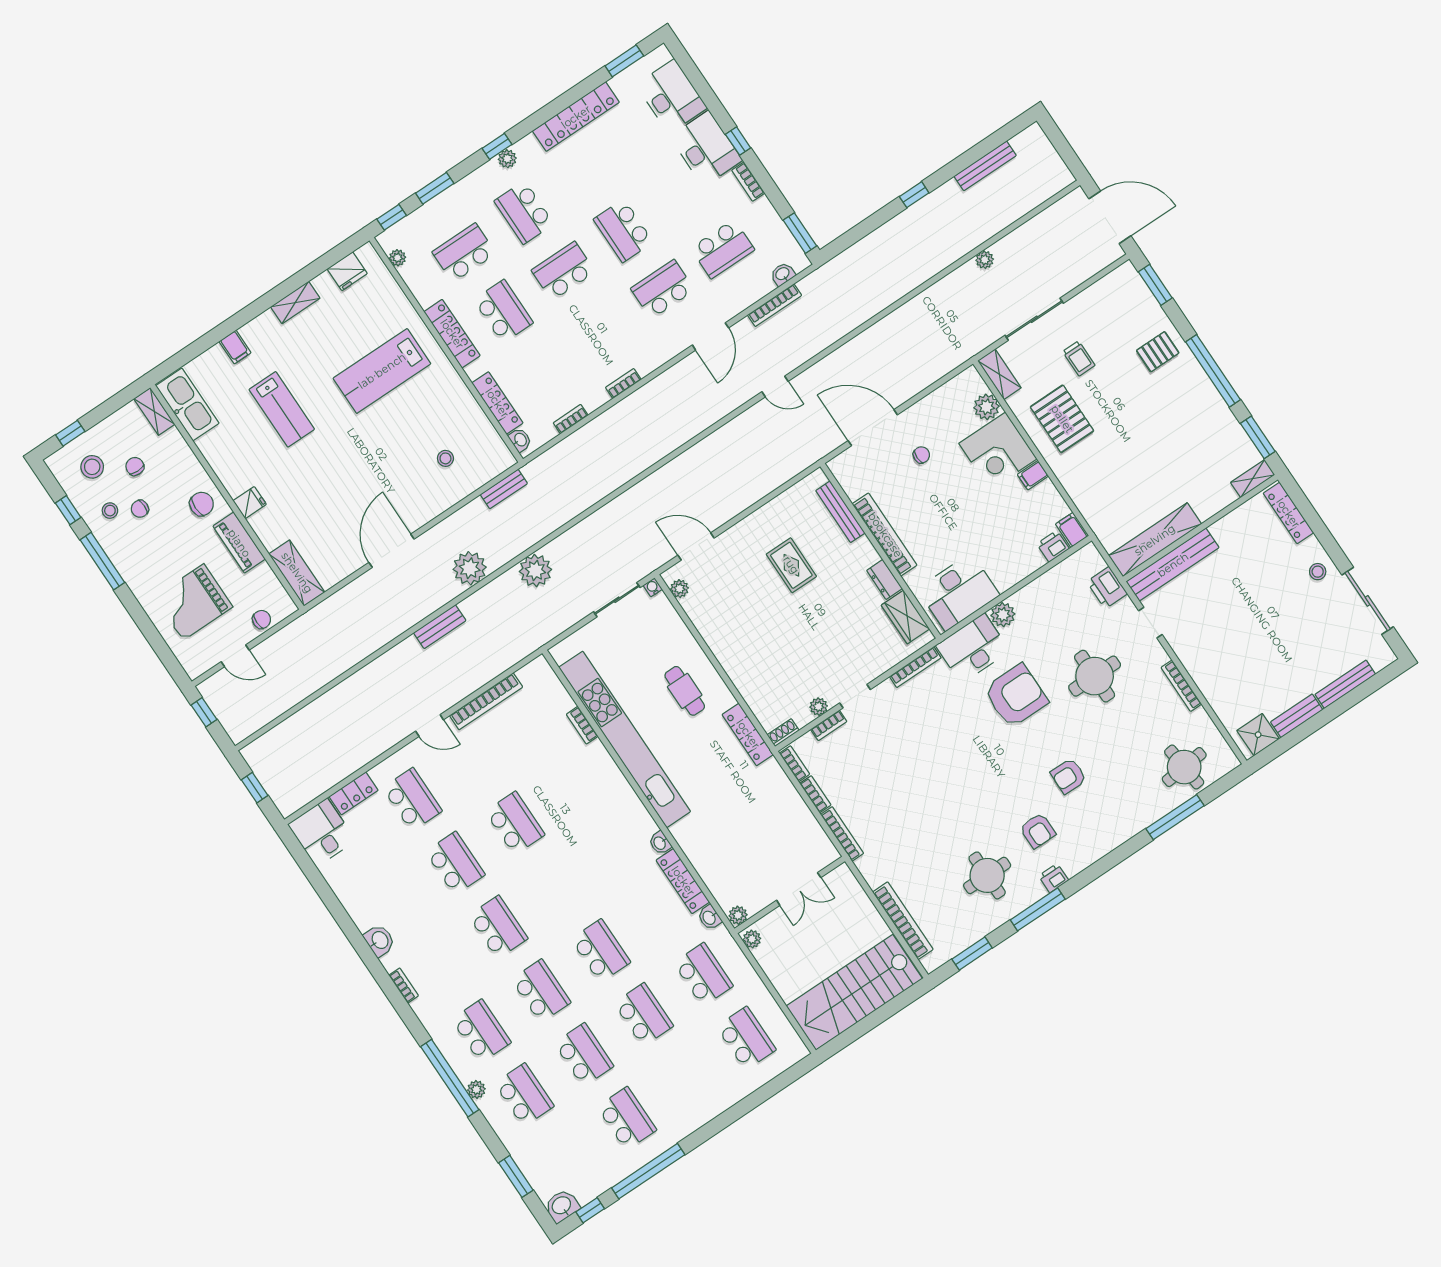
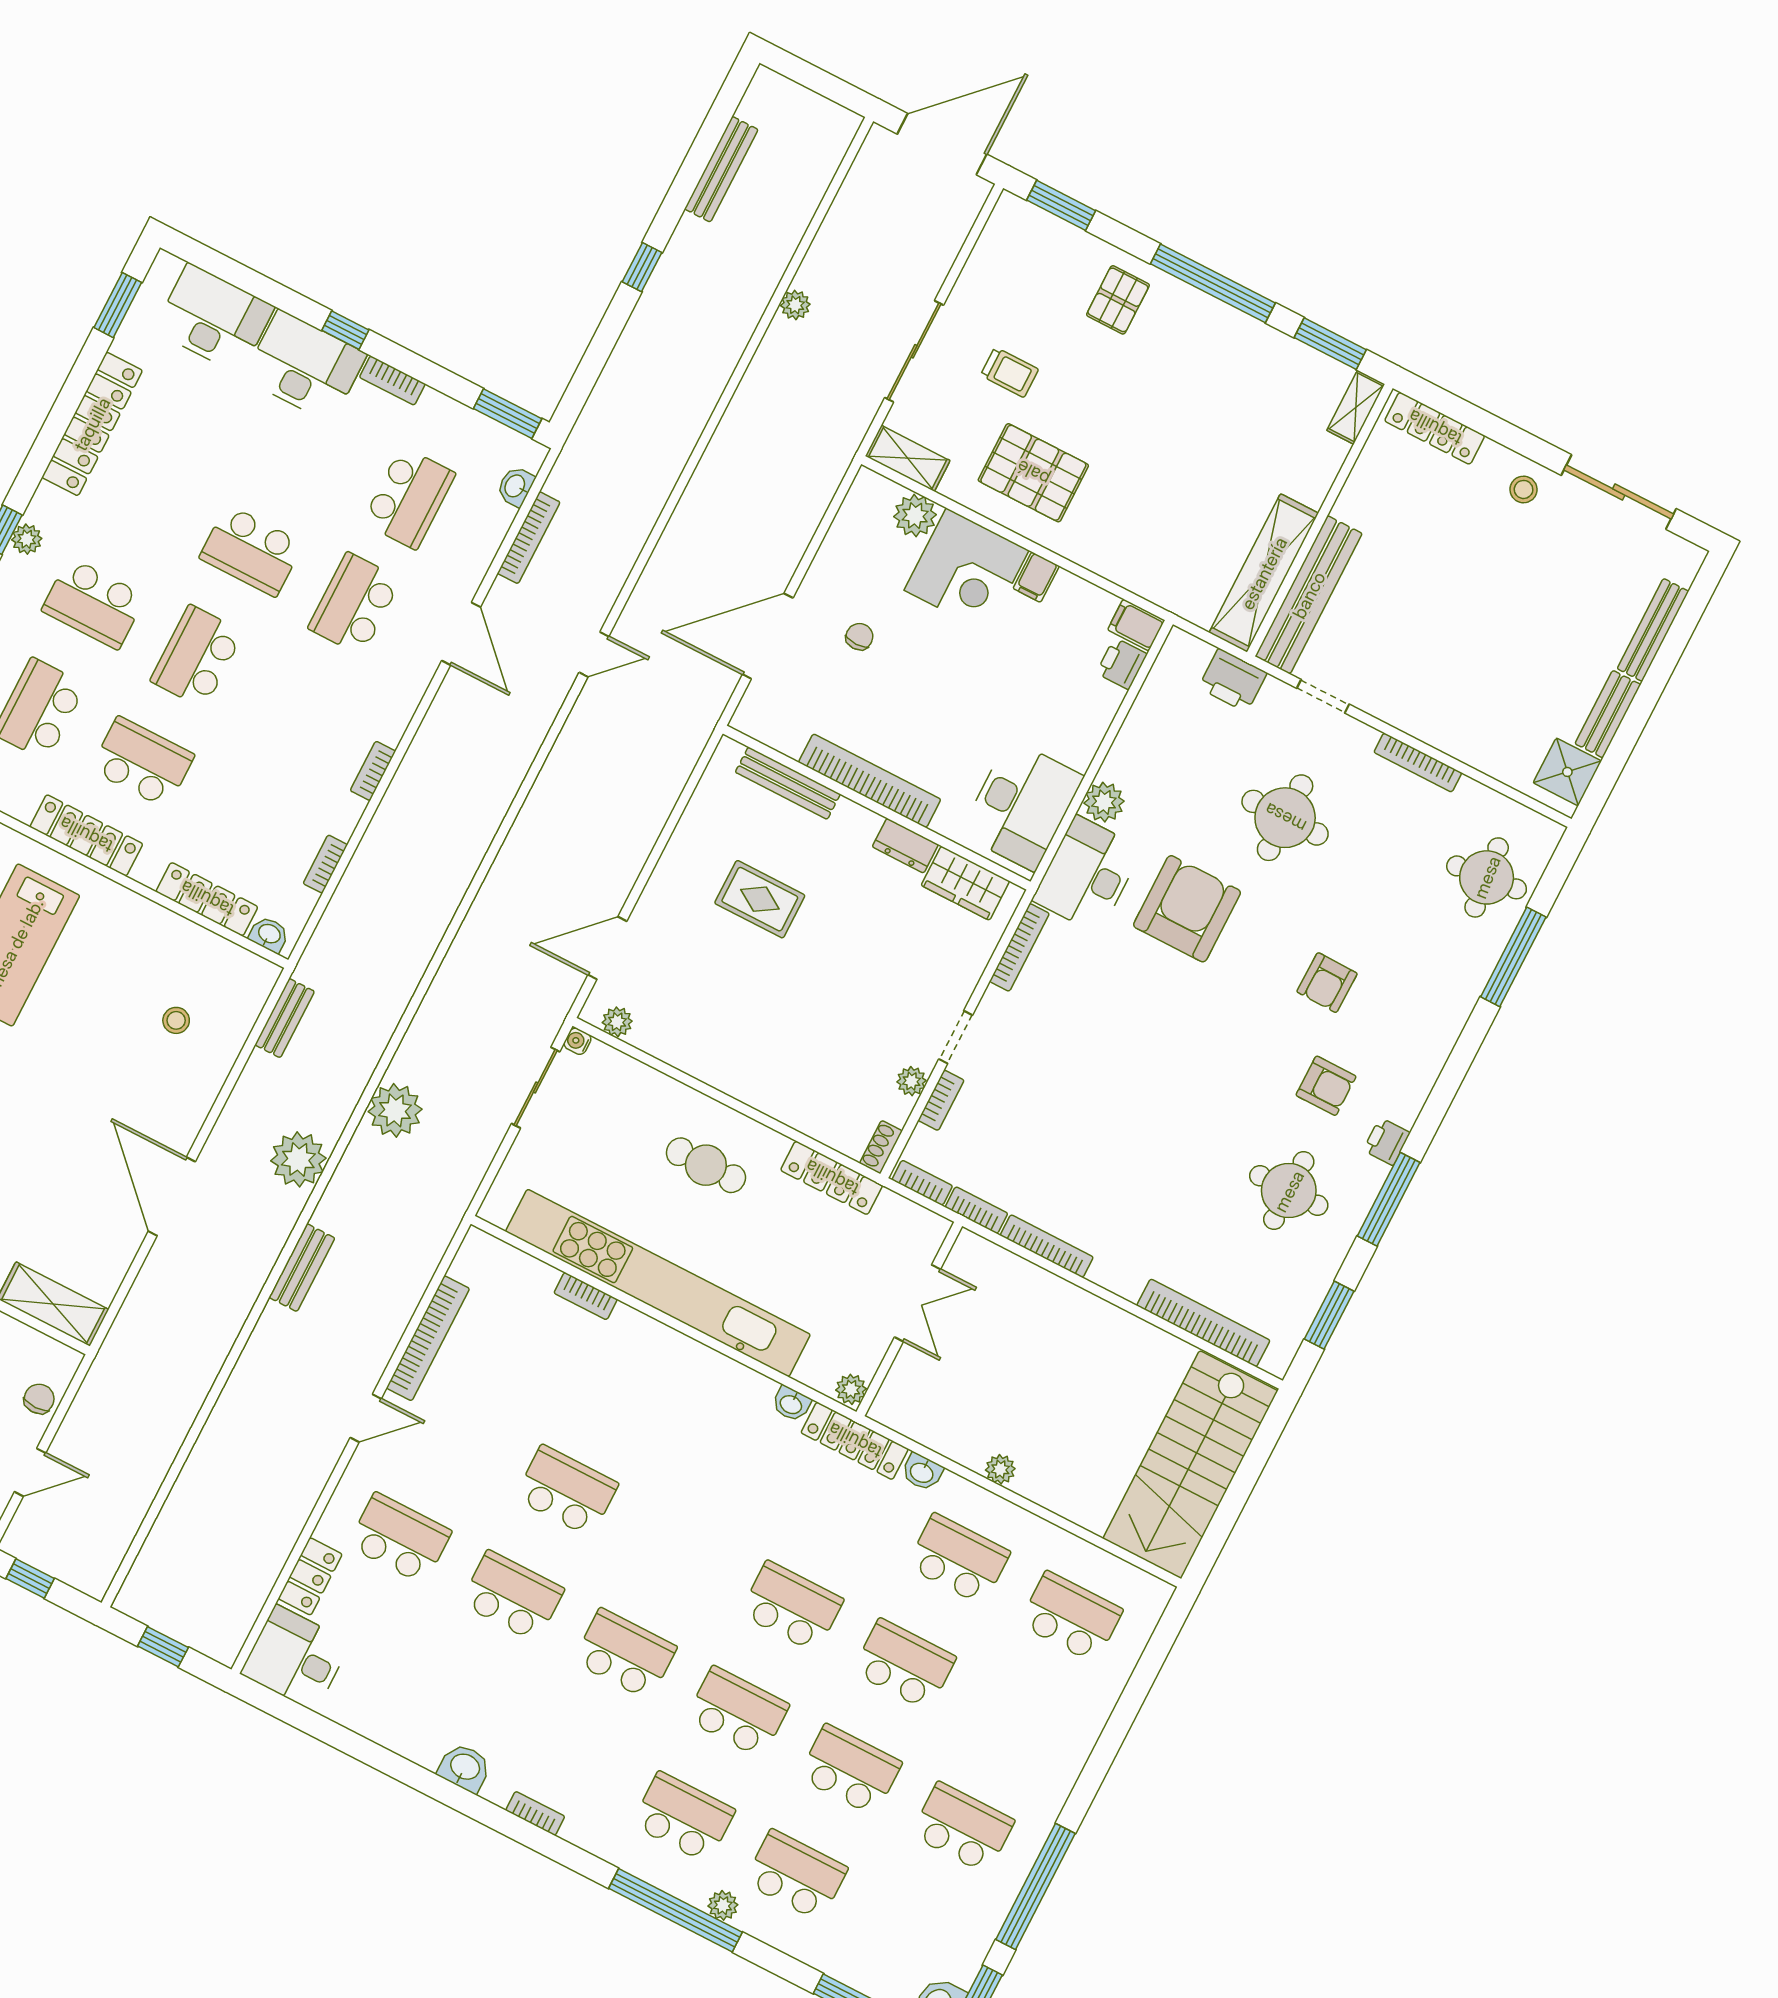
double door: (799, 889) -> (917, 1303), moved
wall: (790, 895) -> (909, 1319), moved
plant: (738, 915) -> (851, 1389), moved

